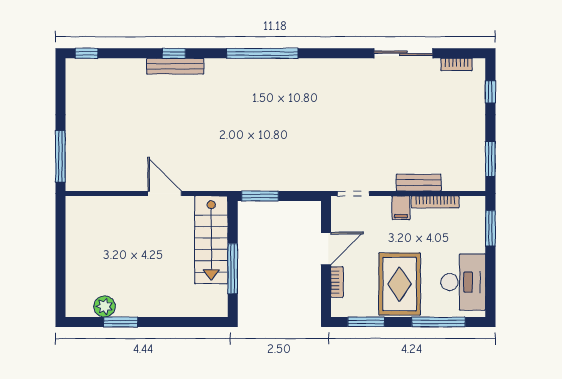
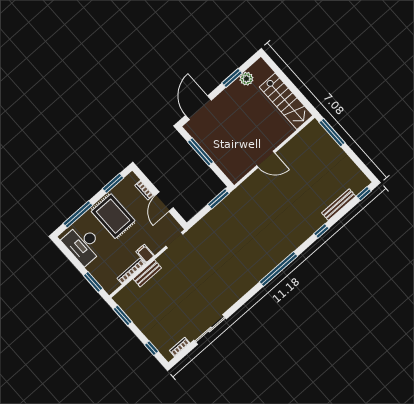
bench: (175, 66) -> (339, 205), moved
stairs: (211, 240) -> (286, 101), moved, turned 180
door: (190, 322) -> (198, 108), added

